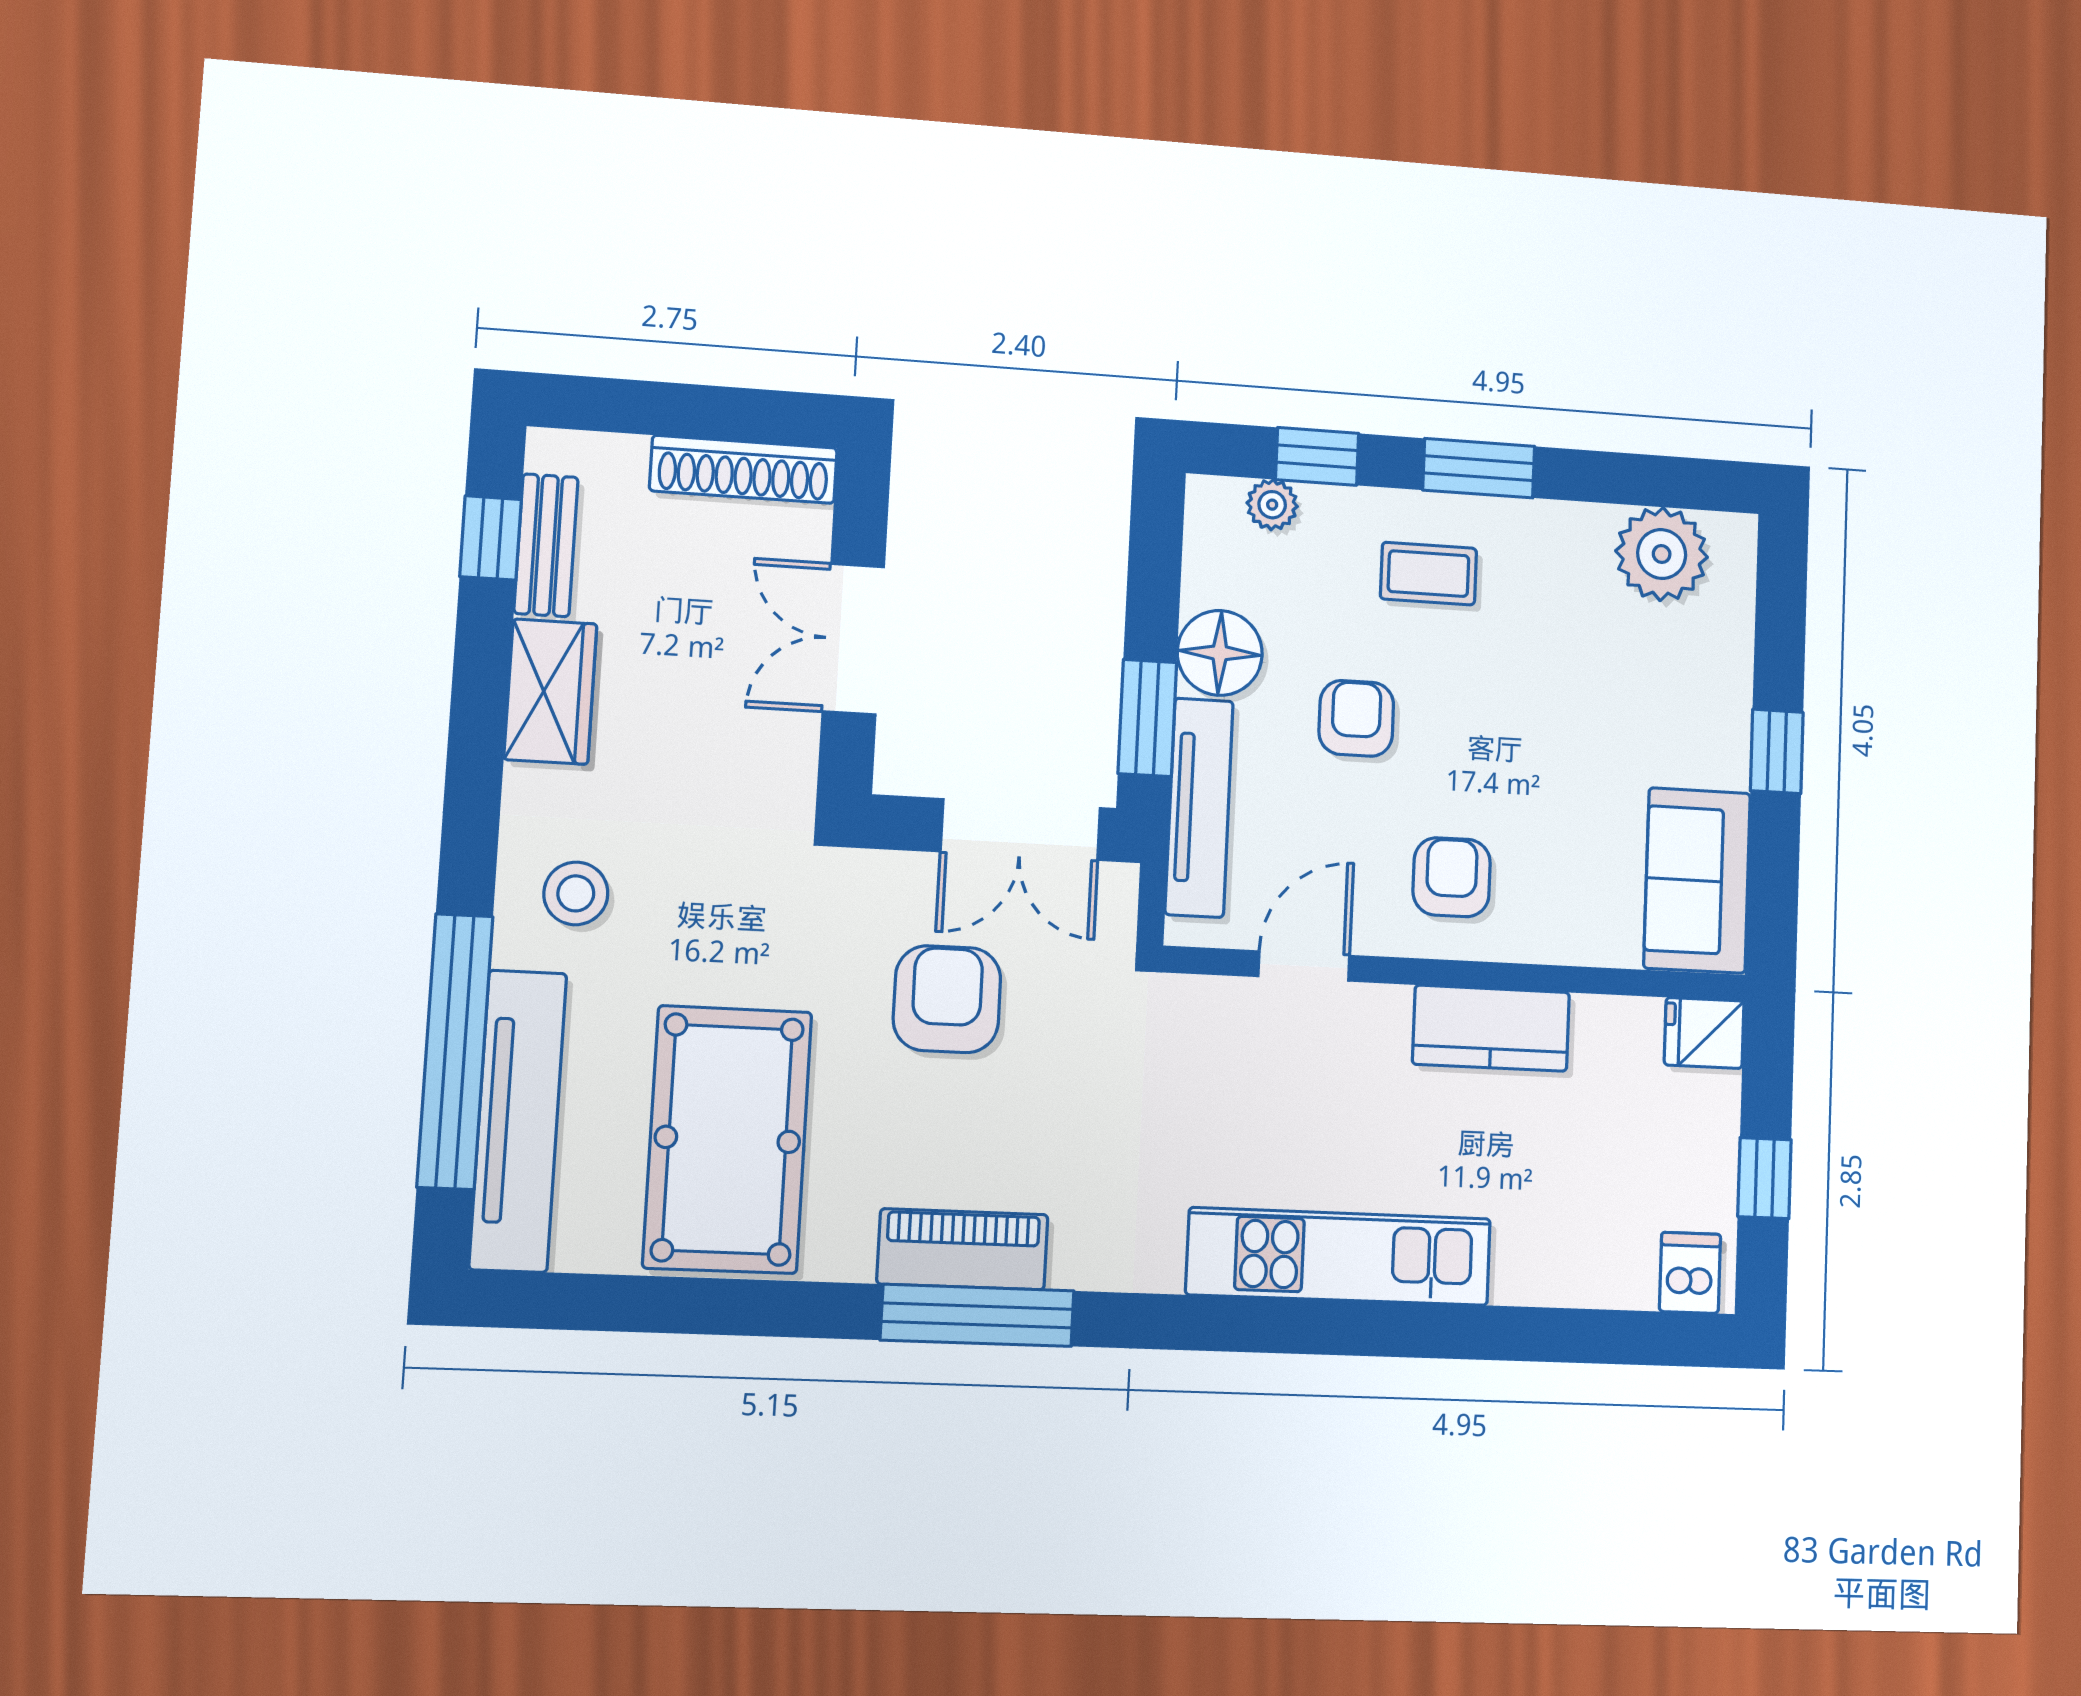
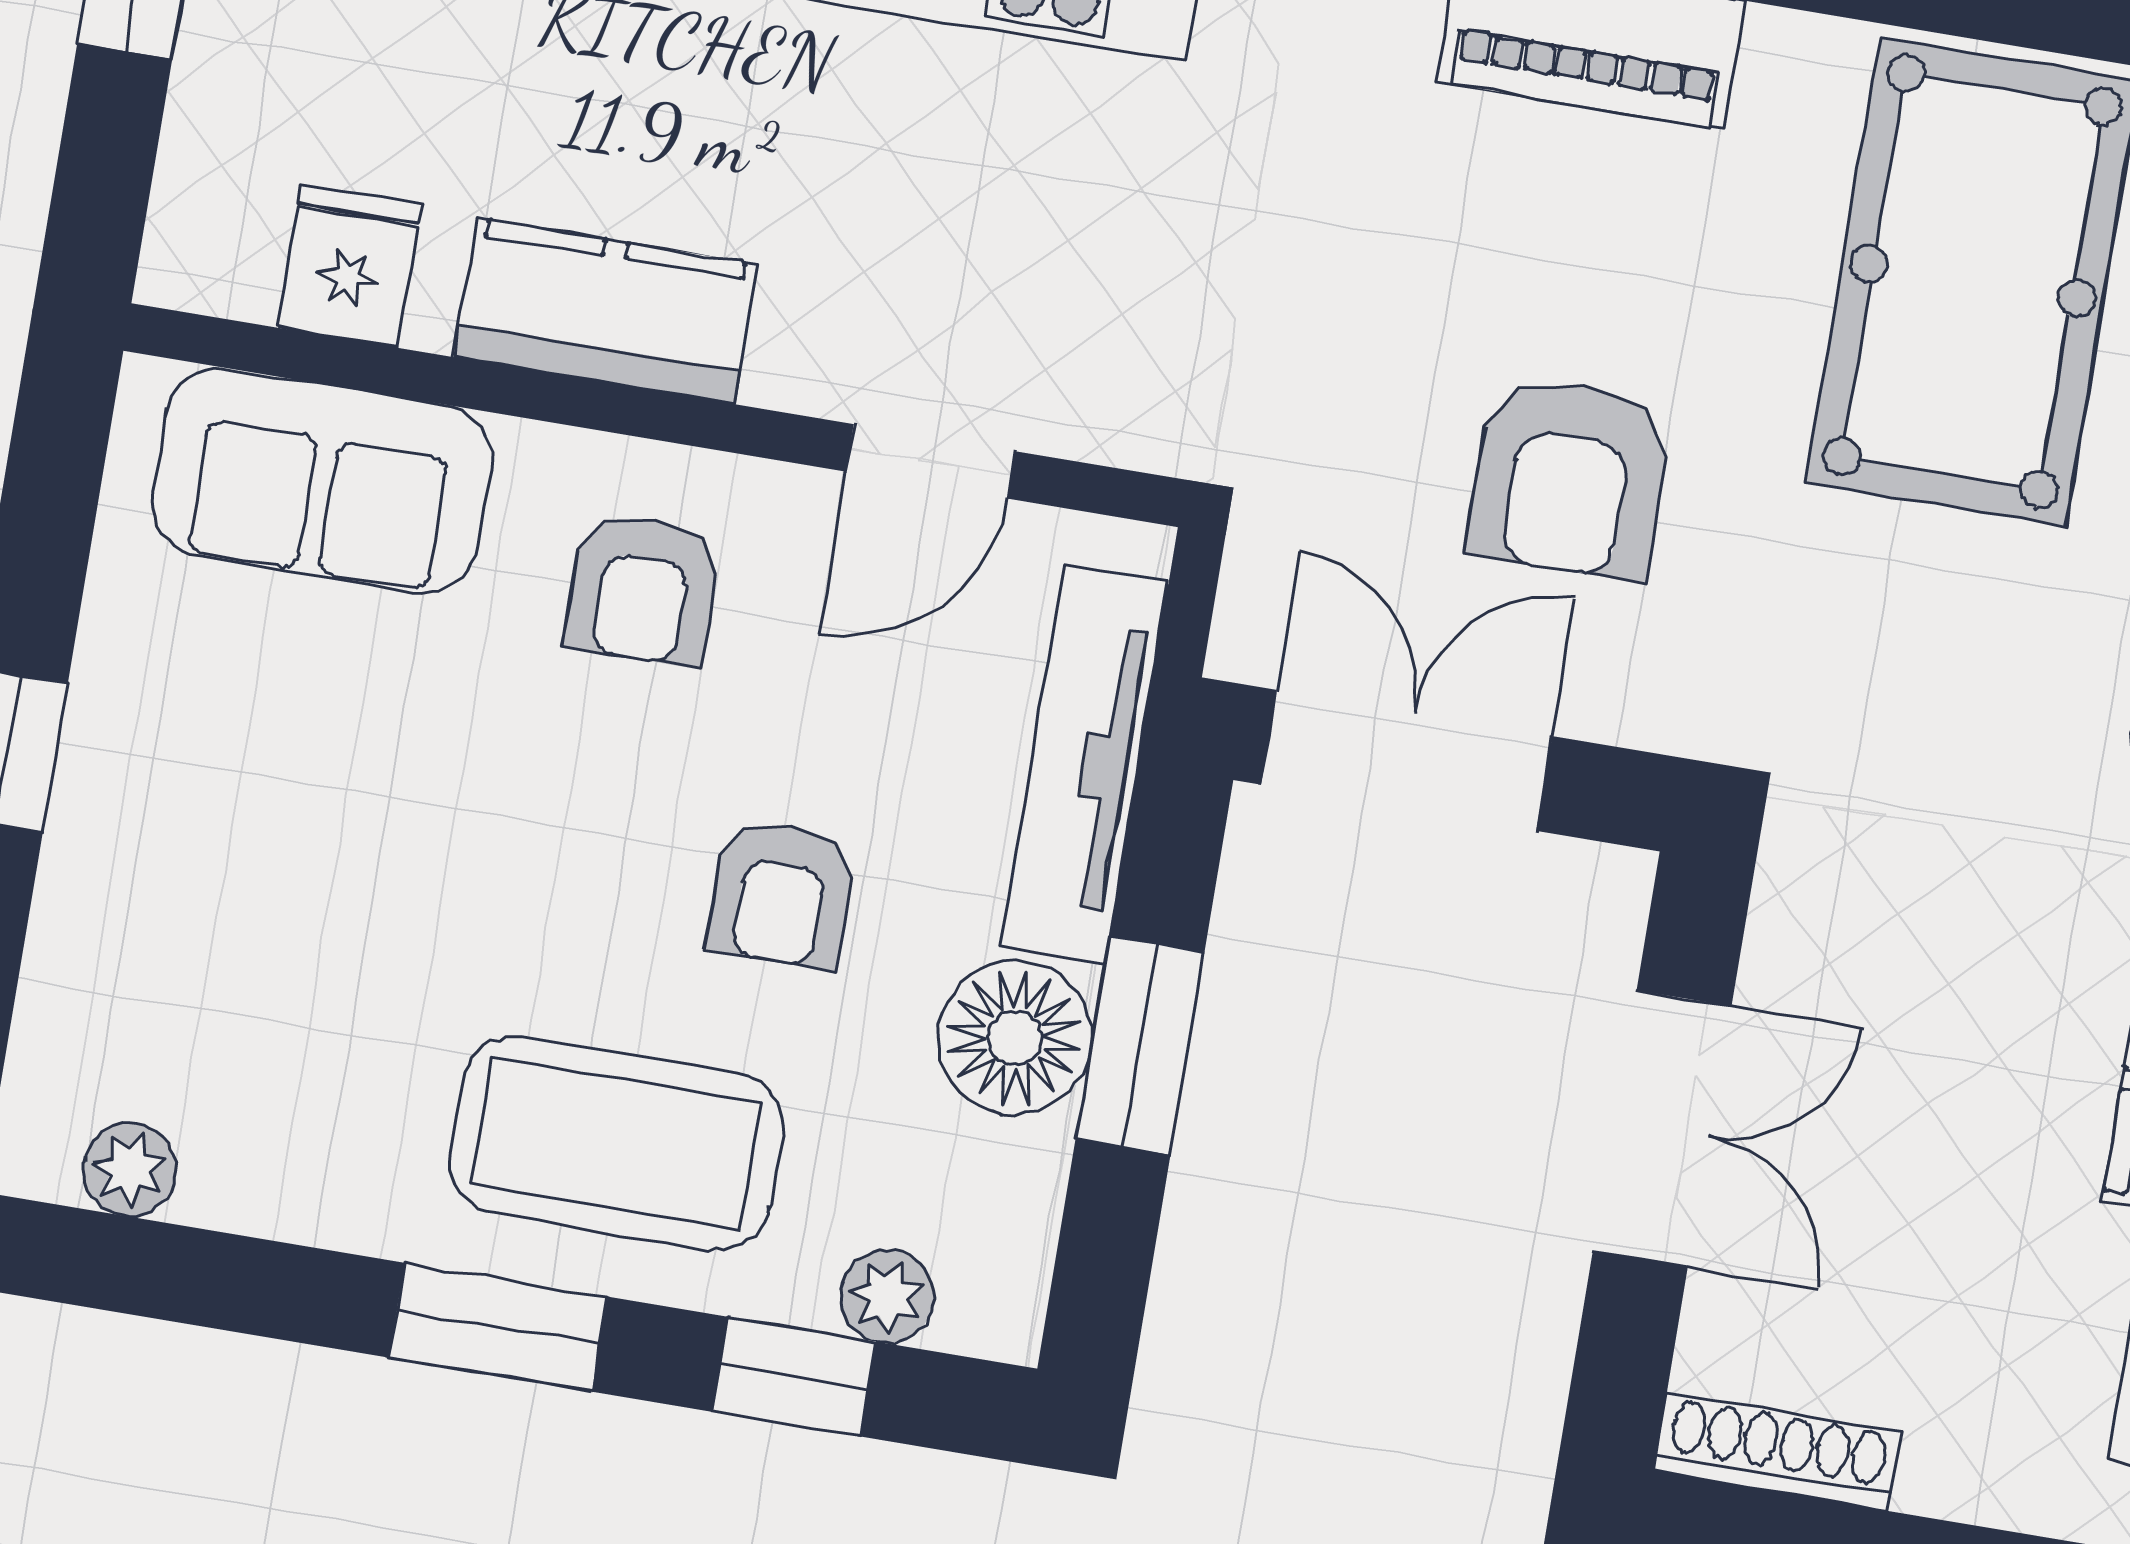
shoe rack: (743, 469) -> (1777, 1452), width x0.74, depth x0.81
plant: (1662, 554) -> (129, 1170), width x0.53, depth x0.53
coffee table: (1428, 574) -> (616, 1143), width x1.86, depth x1.72
window: (1147, 718) -> (1140, 1045), moved
sofa: (1697, 880) -> (322, 481), moved, turned 90
fridge: (1704, 1033) -> (349, 266), moved, turned -90

